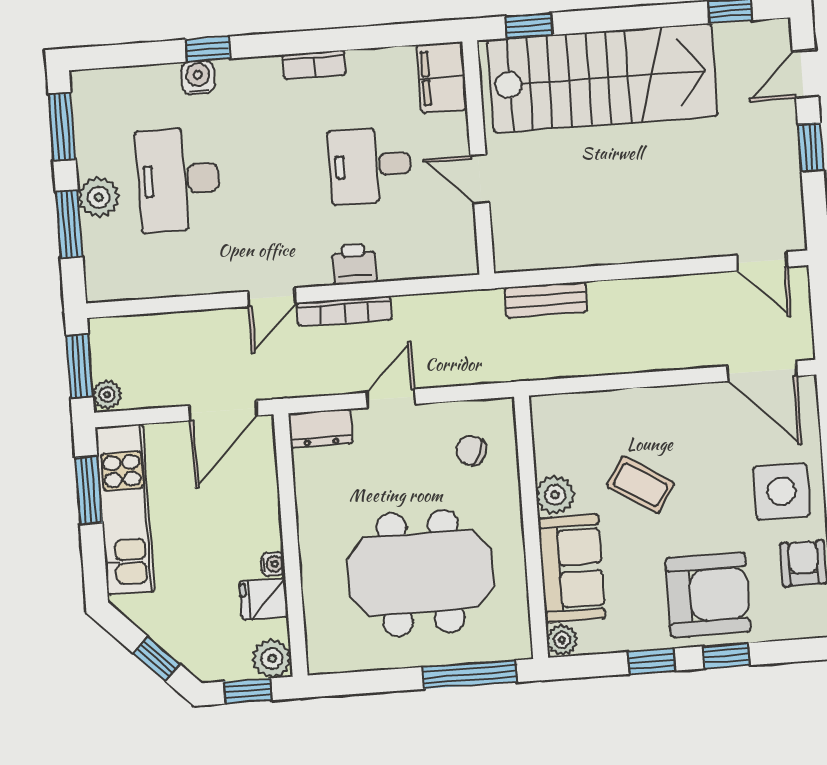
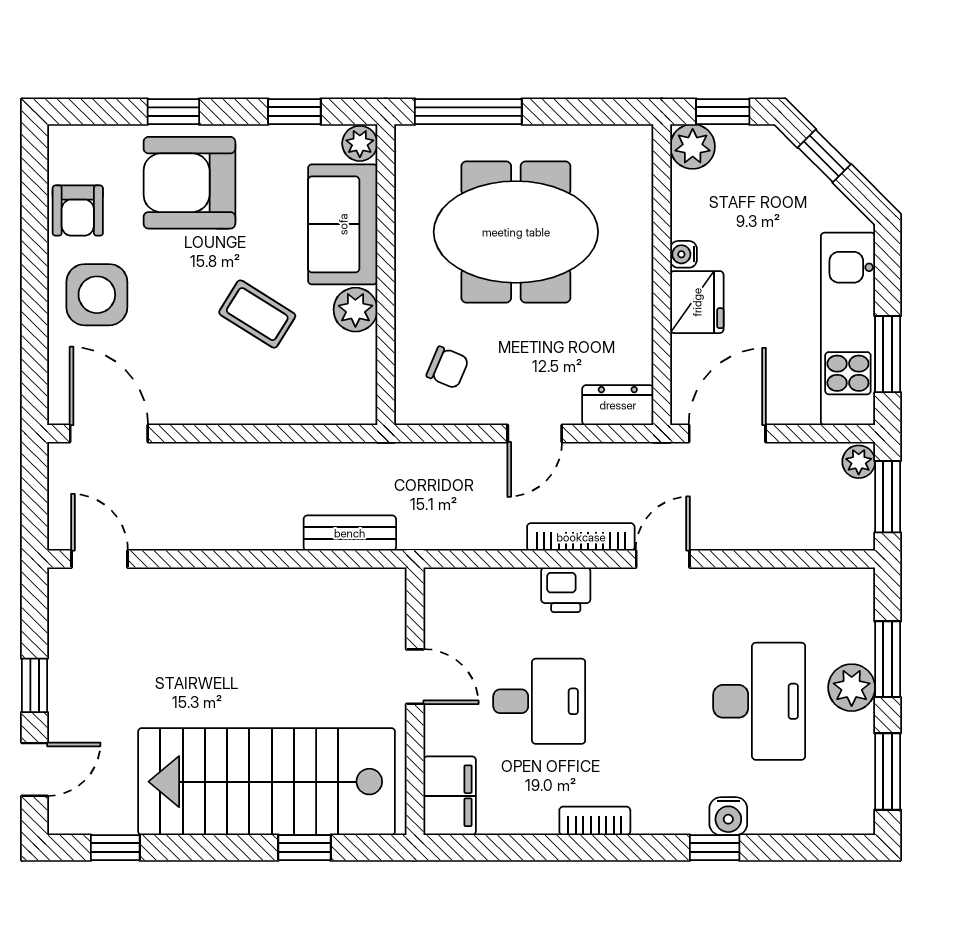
window: (529, 25) -> (305, 848), moved
fridge: (264, 599) -> (697, 302), moved, width x1.38
window: (651, 661) -> (294, 112), moved

